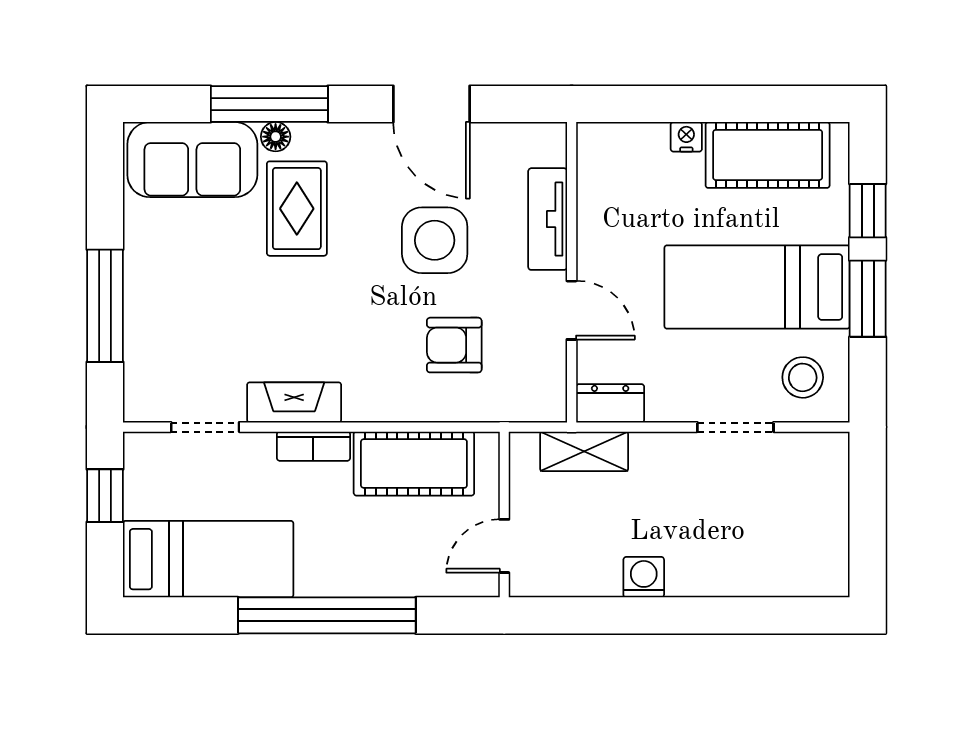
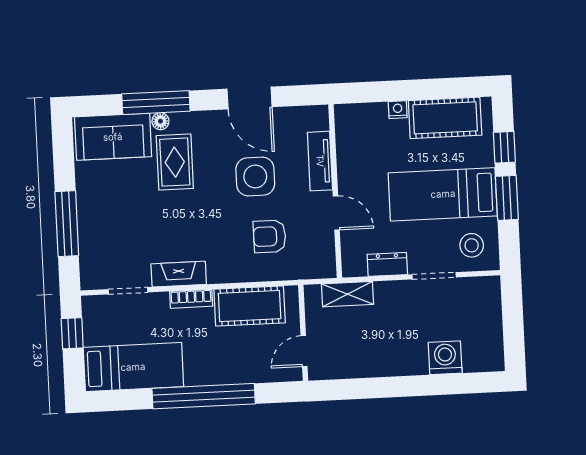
dresser: (610, 403) -> (387, 264), moved
washing machine: (644, 577) -> (445, 358), moved, width x1.38, depth x1.38

